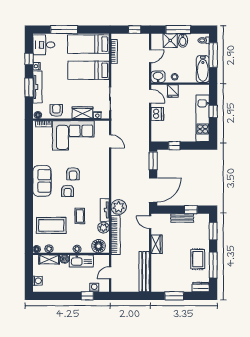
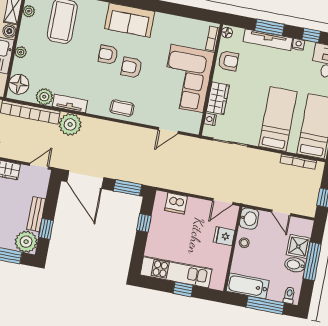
dishwasher: (157, 114) -> (176, 203), moved
coffee table: (80, 216) -> (122, 108), moved
plant: (202, 221) -> (26, 242), added

